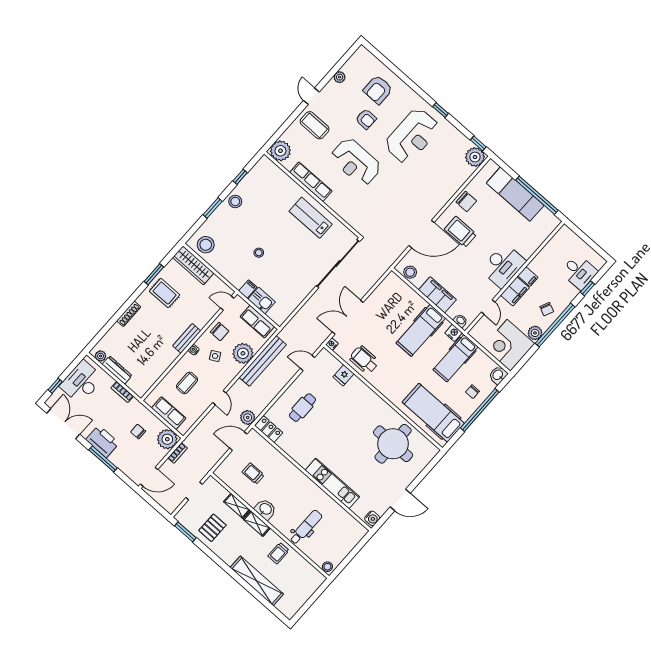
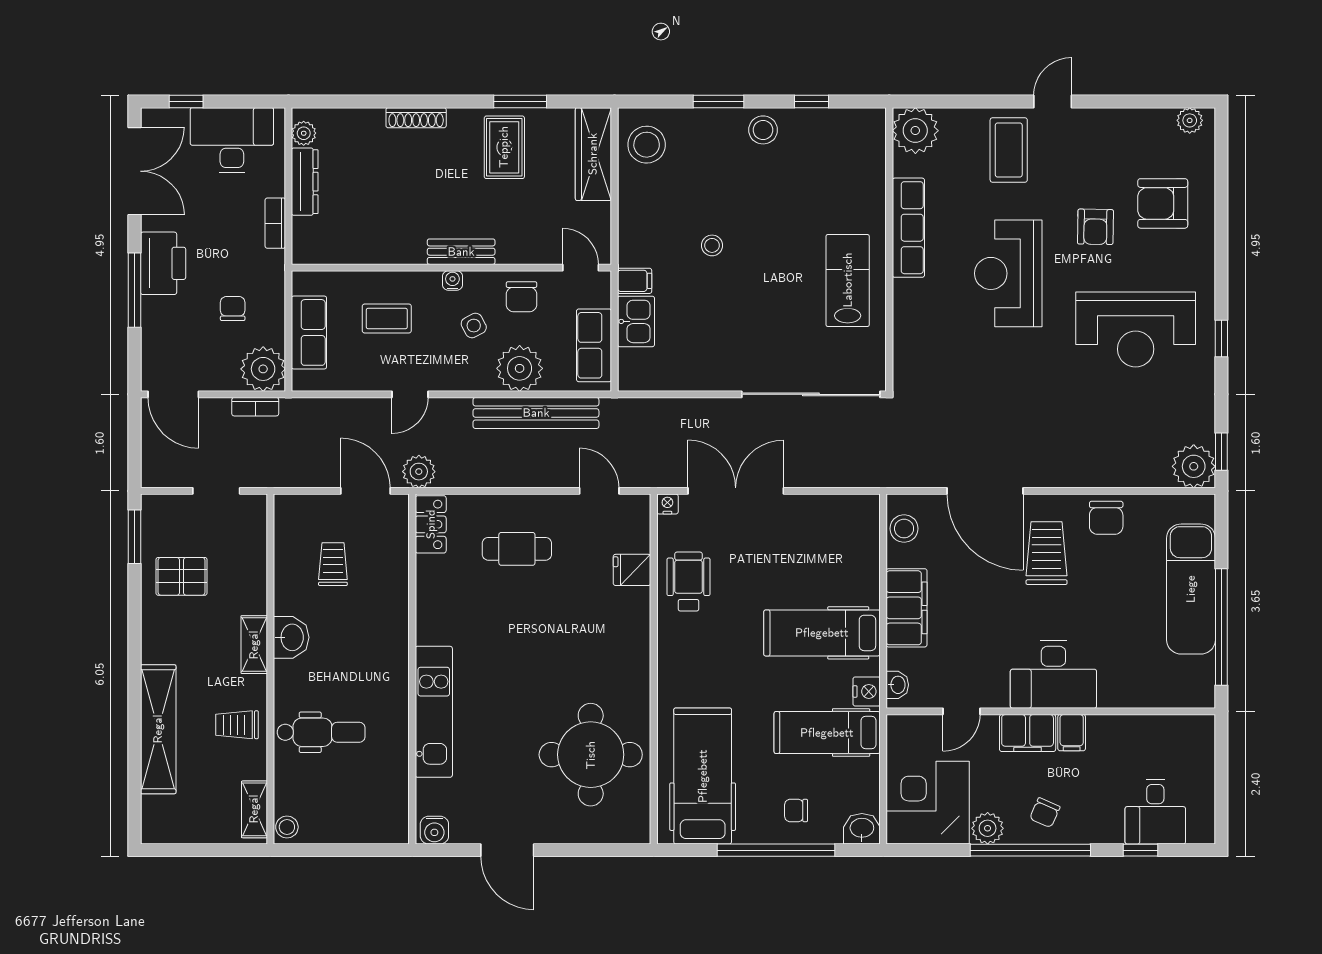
plant: (340, 77) -> (1190, 120), moved
shelving: (237, 506) -> (254, 809), moved

